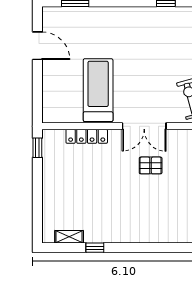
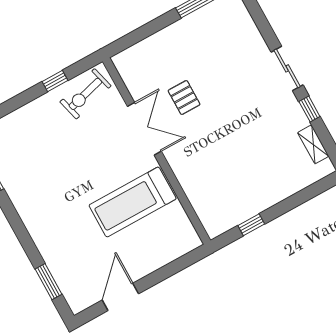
locker: (87, 136) -> (191, 186), removed
window: (37, 148) -> (251, 225), moved
sliding door: (131, 248) -> (287, 68), added

